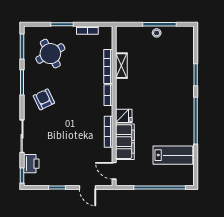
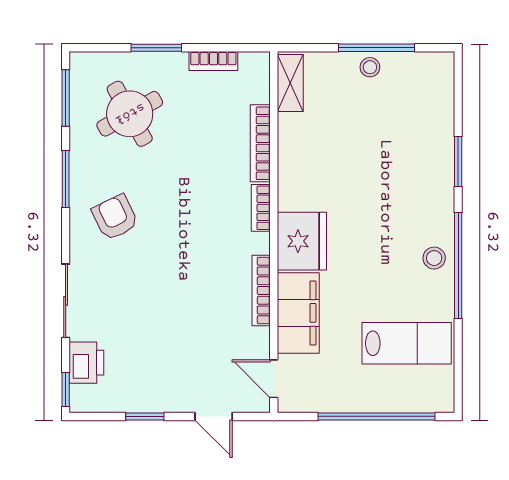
shelving: (121, 66) -> (290, 83), moved
fridge: (124, 116) -> (302, 241), width x1.88, depth x1.34
stool: (185, 117) -> (434, 258), added

